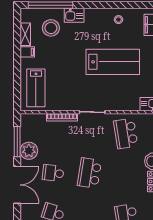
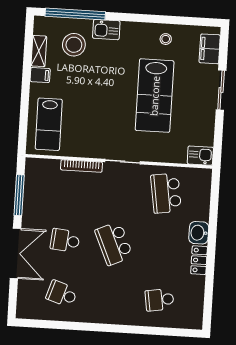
lab bench: (113, 62) -> (155, 96), turned 90
plant: (29, 151) -> (34, 208), removed
school desk: (89, 173) -> (114, 243), turned -33

